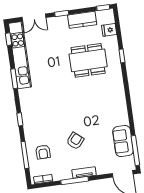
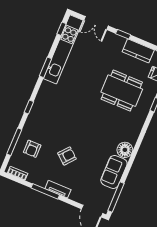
floor lamp: (120, 107) -> (125, 150), added
sofa: (123, 141) -> (114, 172), moved

